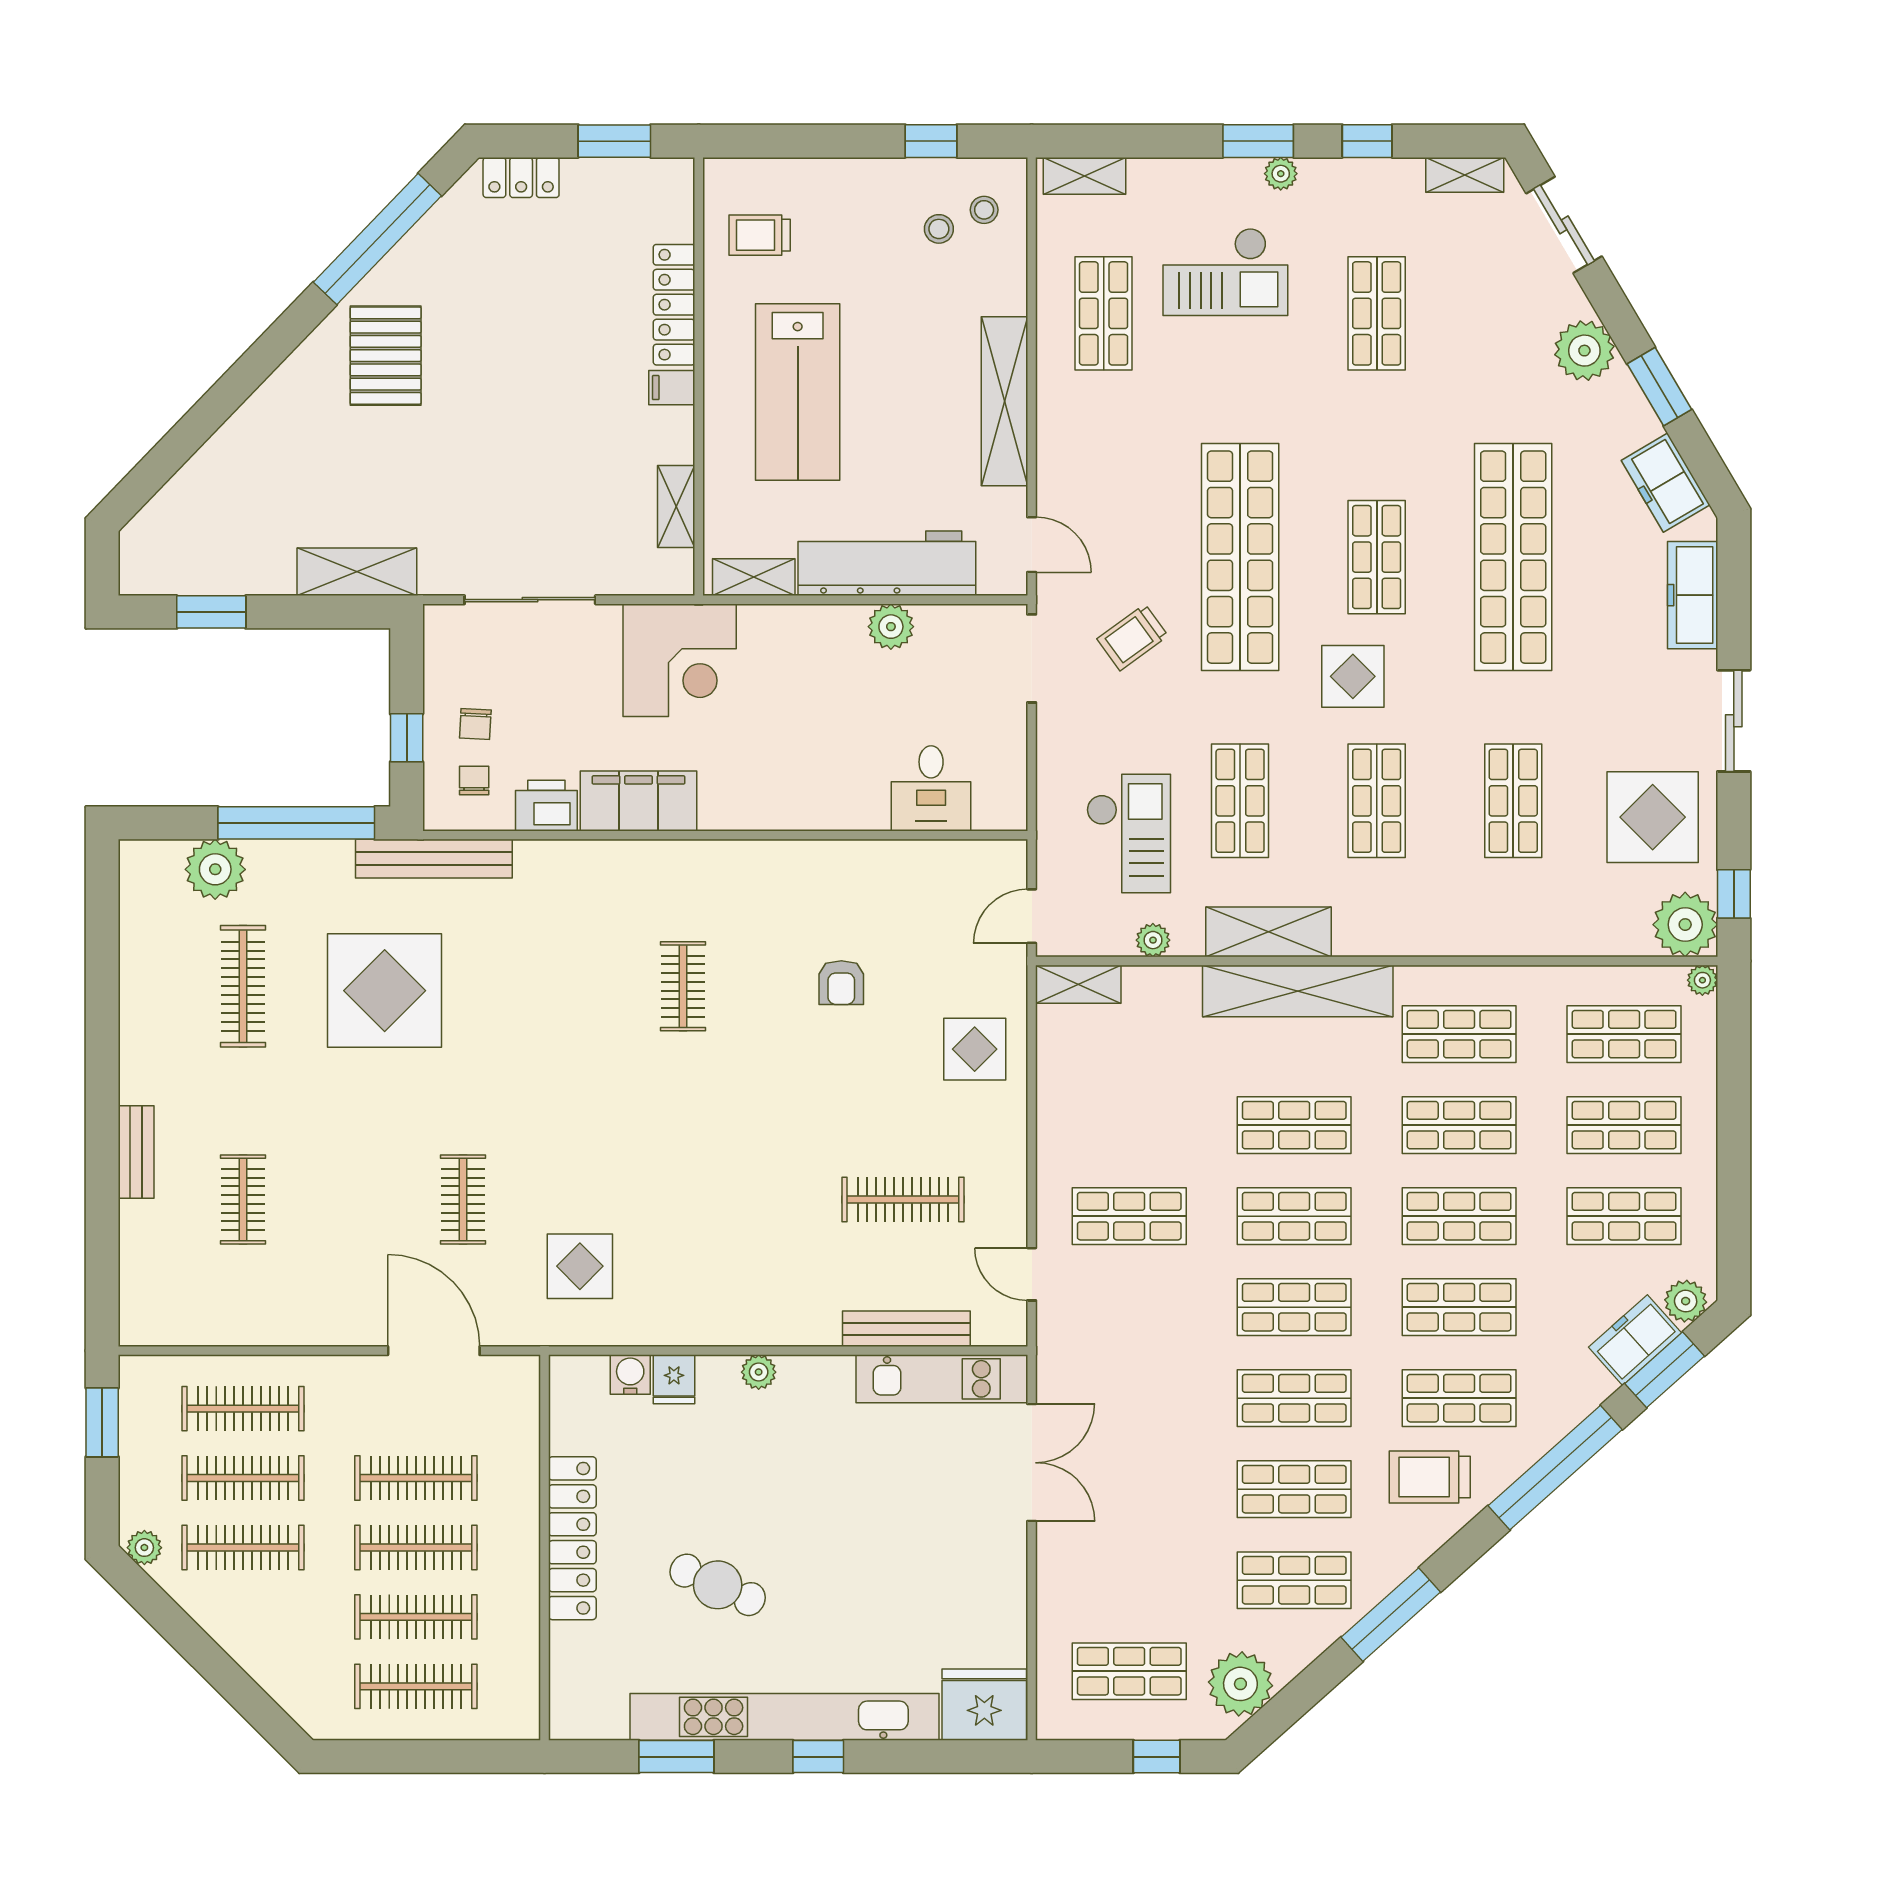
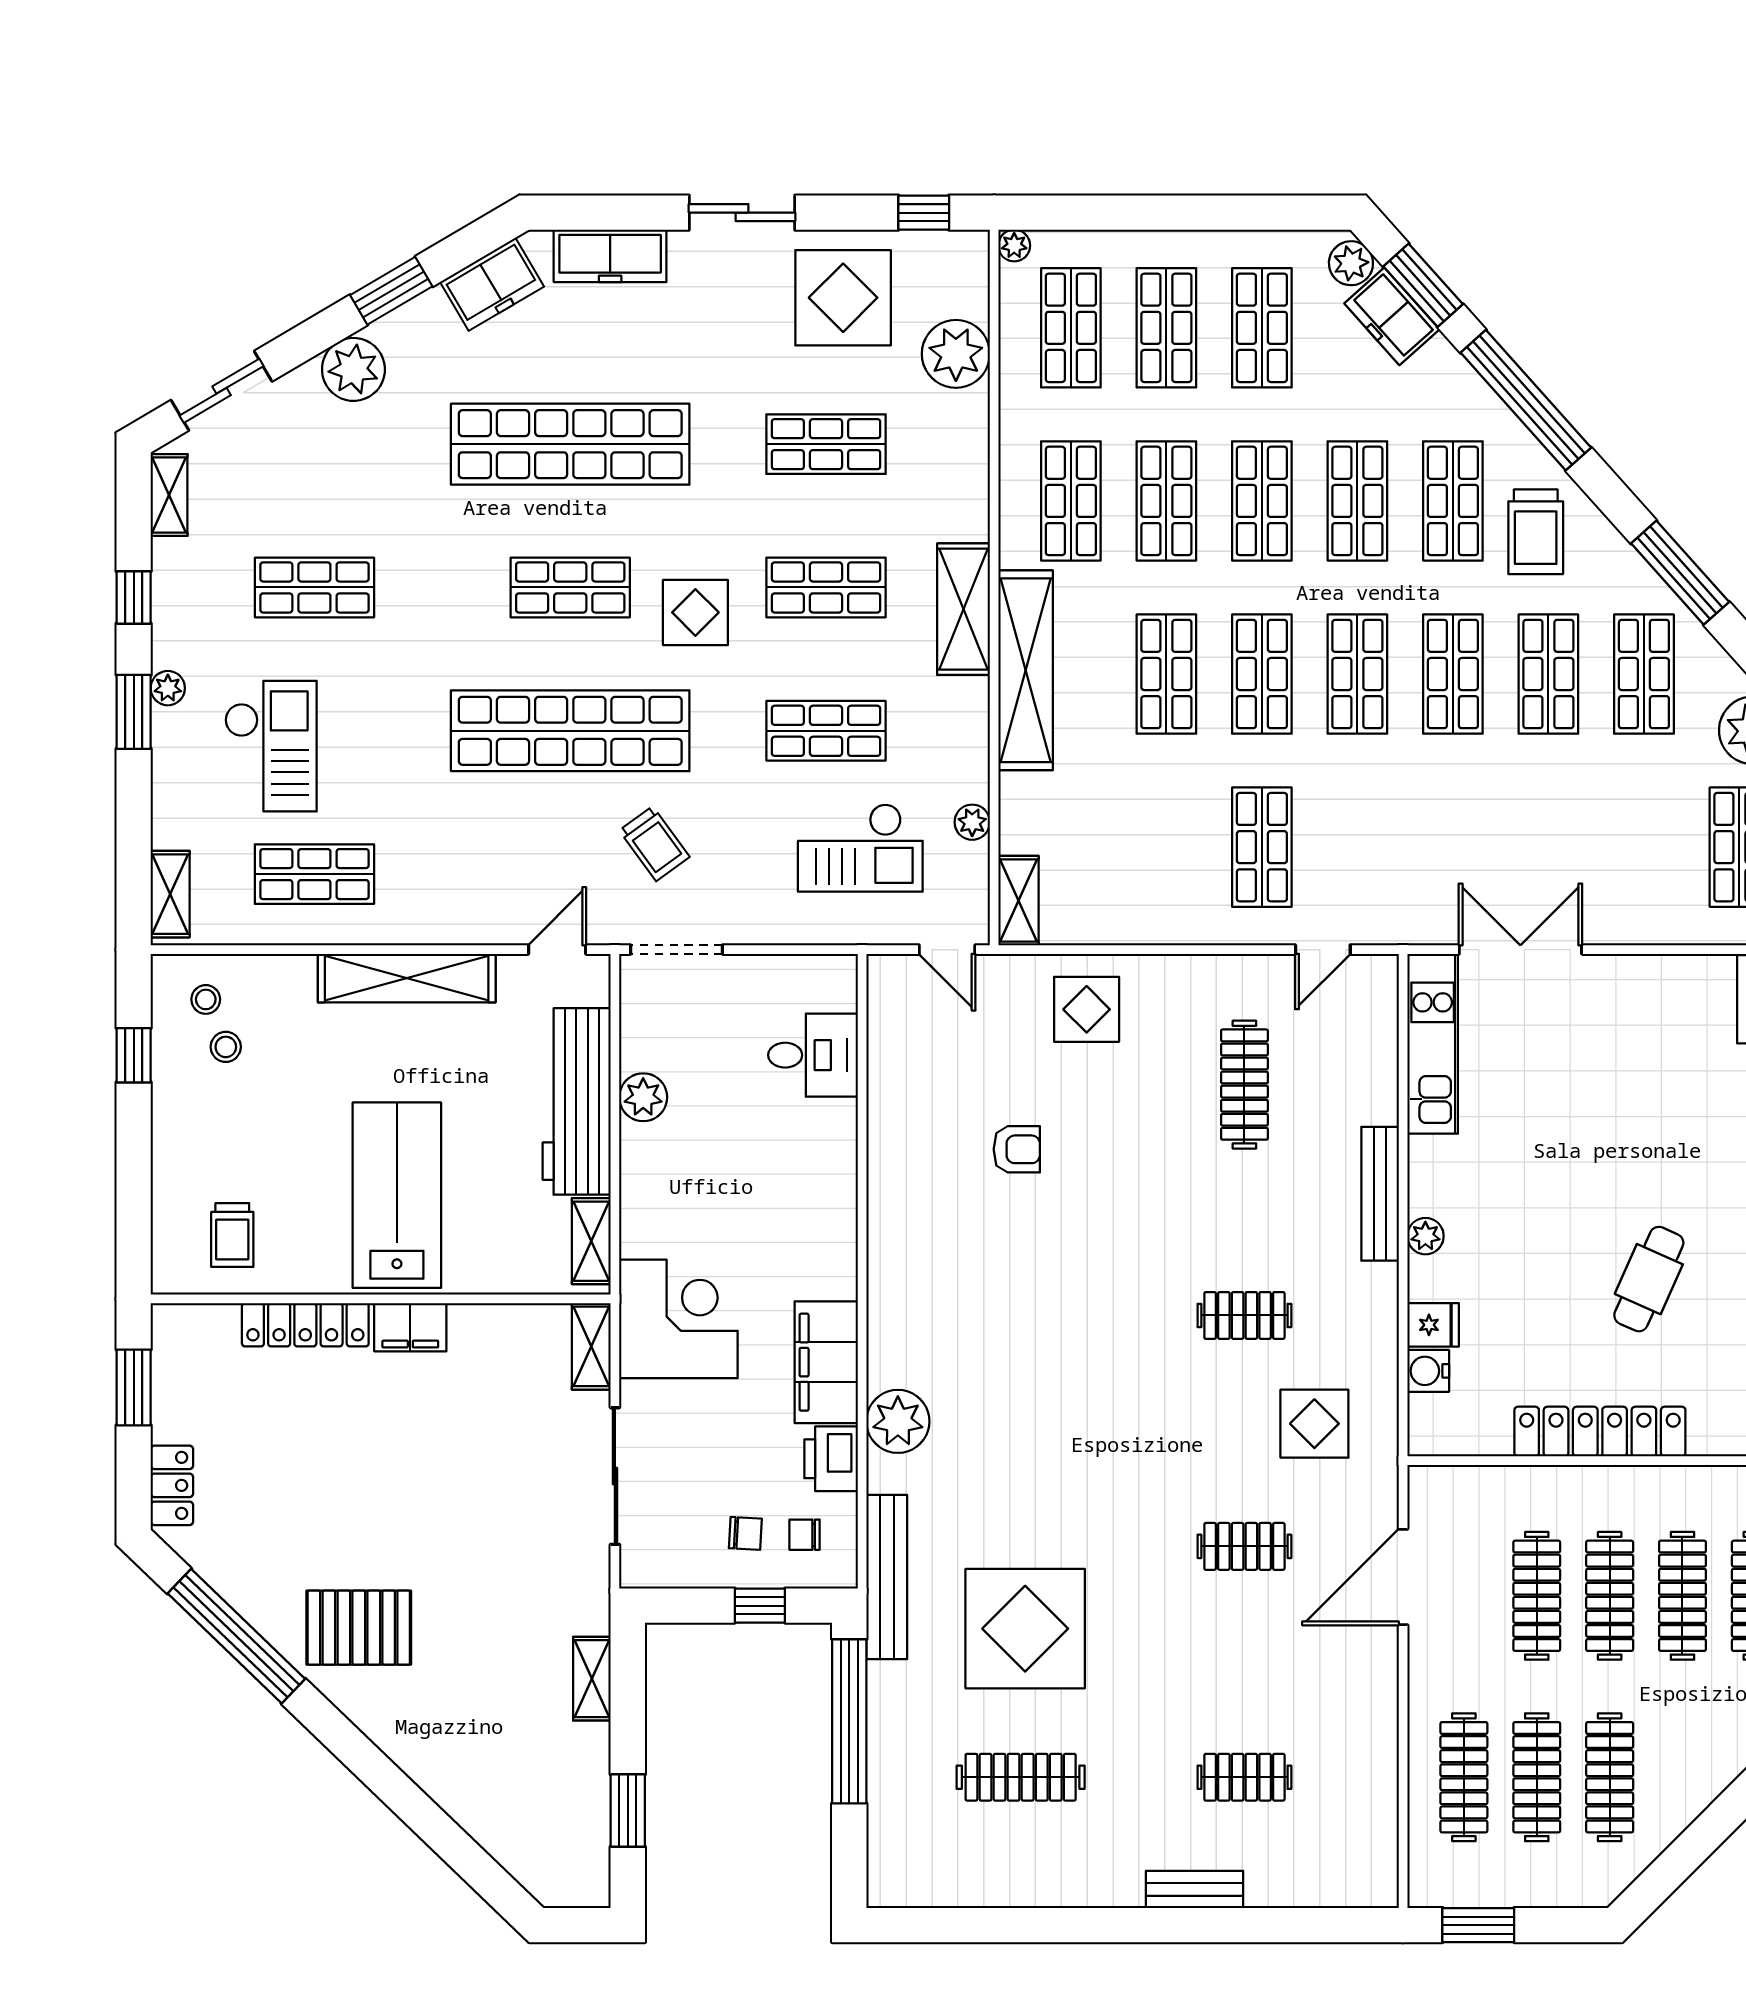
filing cabinet: (672, 388) -> (410, 1327), width x2.00
lab bench: (798, 392) -> (397, 1195), turned -90
shelving: (676, 507) -> (591, 1346), moved, turned 90
shelving: (357, 572) -> (592, 1679), width x0.67, depth x0.75
checkout: (1129, 834) -> (860, 848), turned 180
plant: (215, 869) -> (898, 1421), moved
plant: (1685, 925) -> (956, 354), moved
shelving: (1269, 932) -> (964, 609), moved
clothes rail: (683, 986) -> (1244, 1315), moved
bench: (906, 1329) -> (1380, 1194), moved
plant: (144, 1548) -> (1610, 1881), removed

